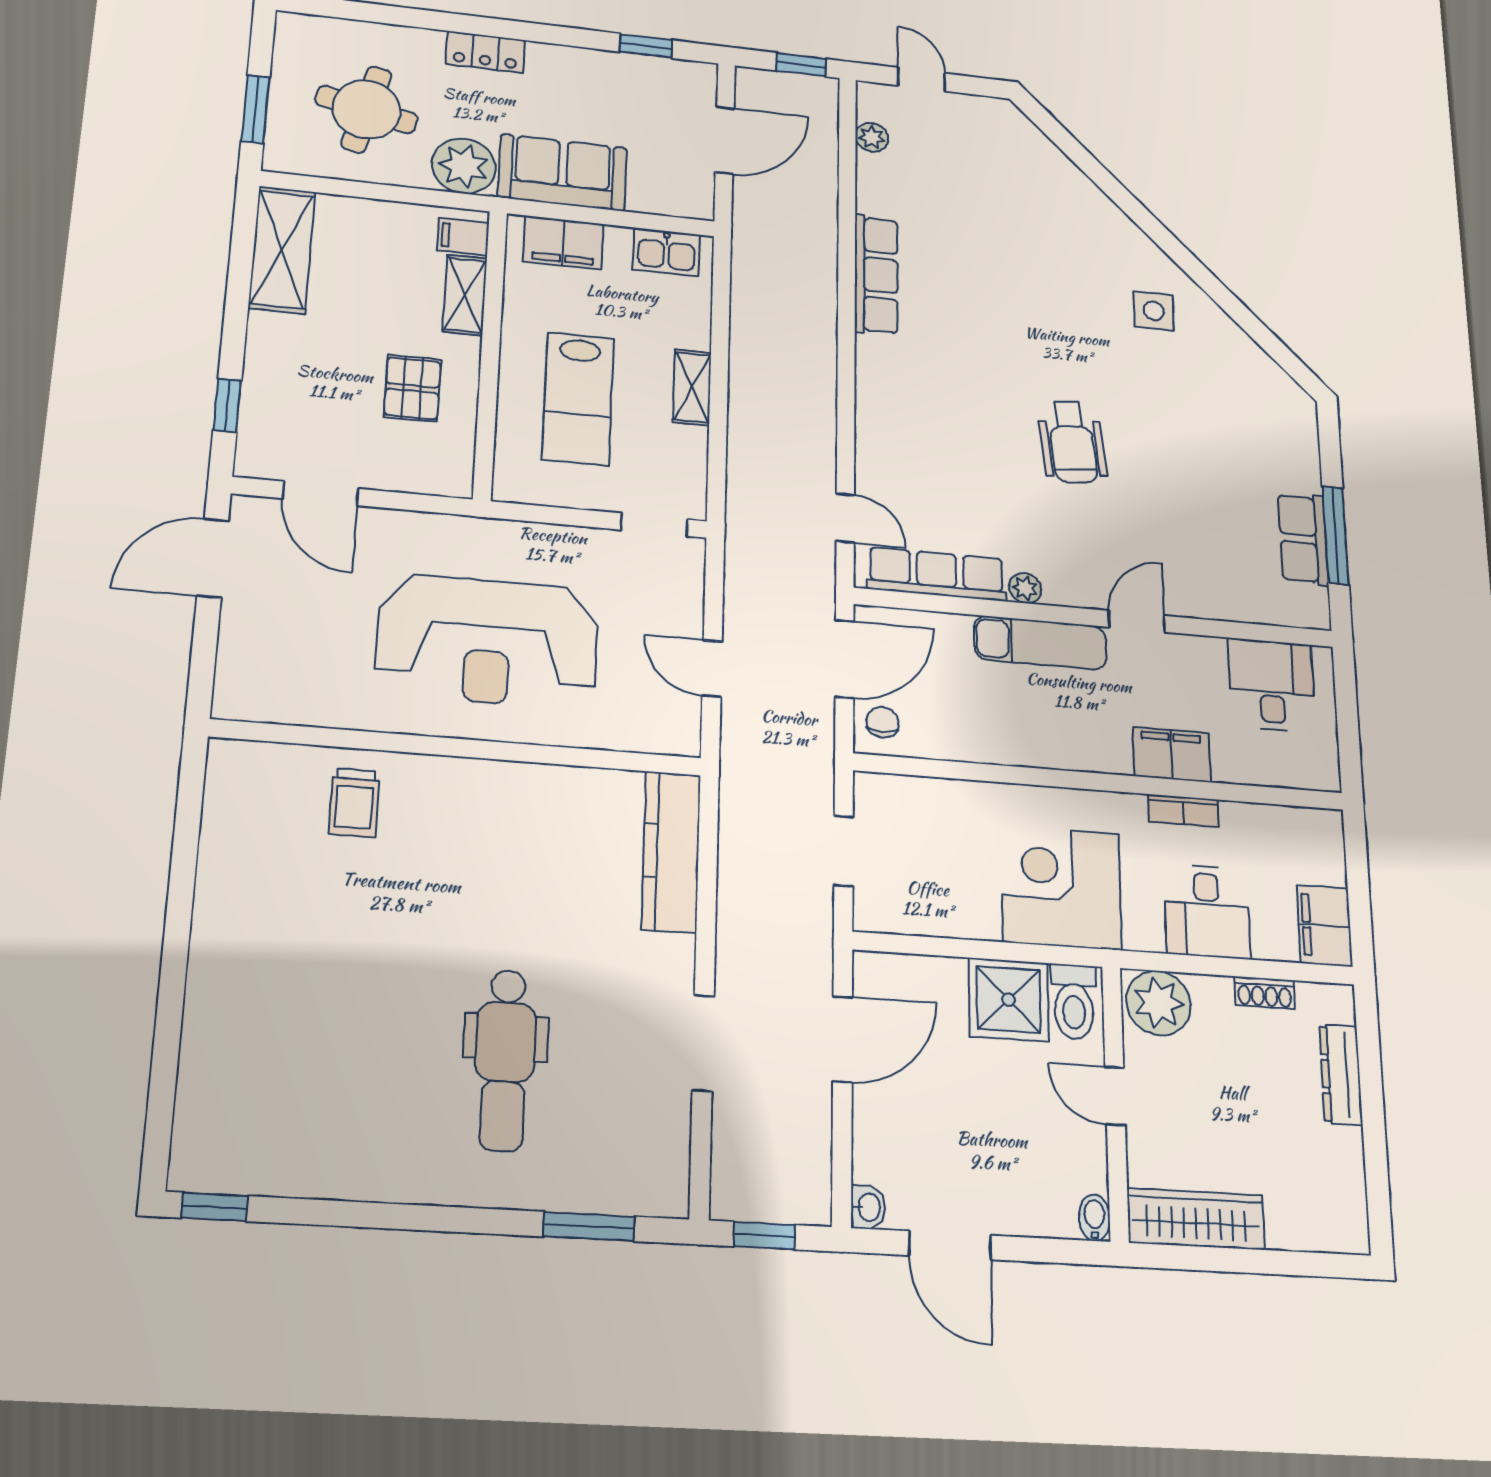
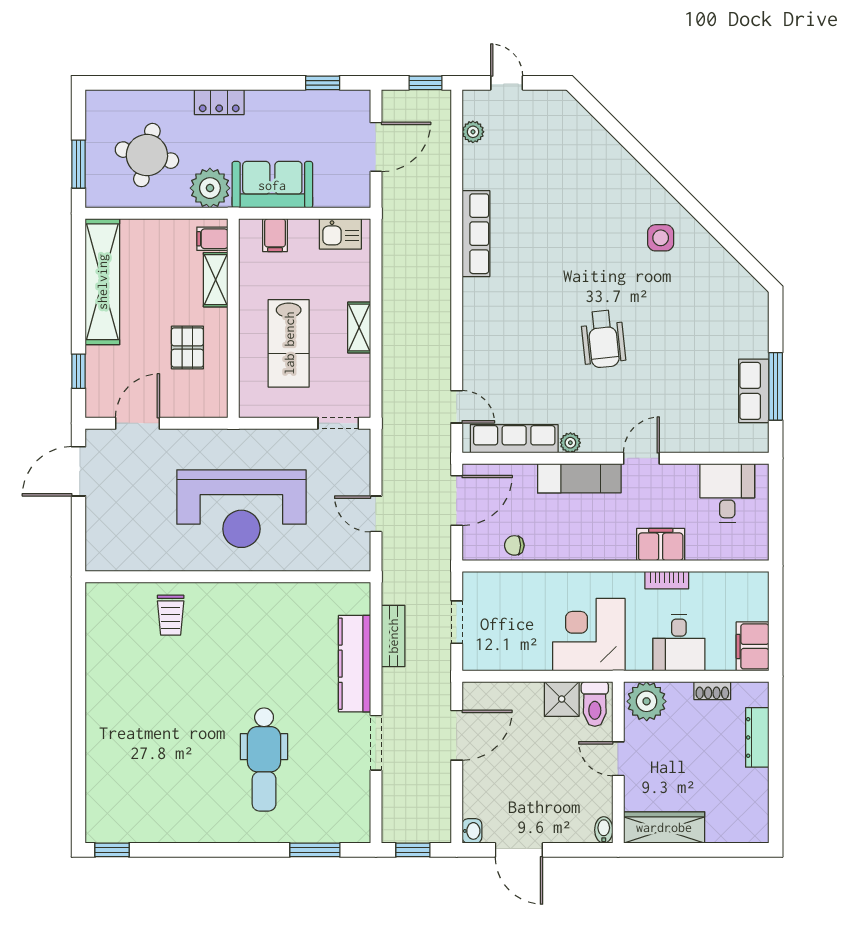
filing cabinet: (563, 243) -> (275, 235), width x0.50
shelving: (282, 250) -> (102, 282), width x1.47
door: (320, 493) -> (137, 423), swing flipped
chair: (882, 722) -> (514, 545), moved, turned -90
kitchen counter: (671, 852) -> (354, 664), moved
bench: (736, 866) -> (393, 636), added
shower: (1009, 1000) -> (562, 699), width x0.73, depth x0.73

